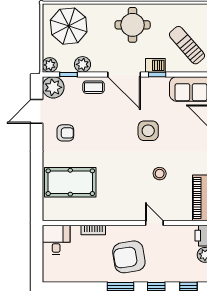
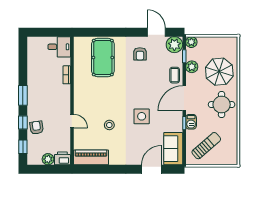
parasol: (69, 26) -> (219, 72), moved
door: (154, 223) -> (72, 121), hinge flipped
armchair: (129, 257) -> (37, 128), moved, width x0.53, depth x0.53

